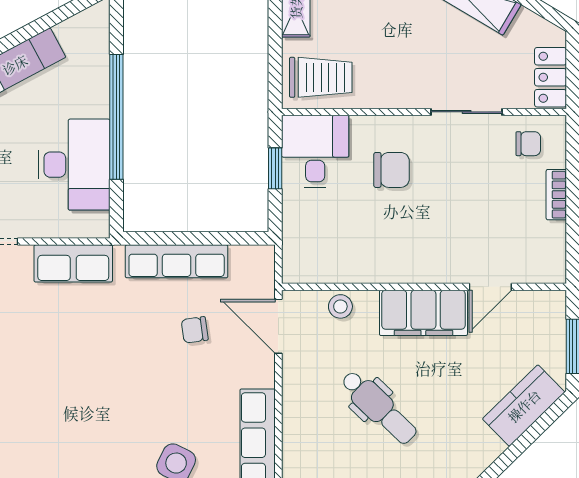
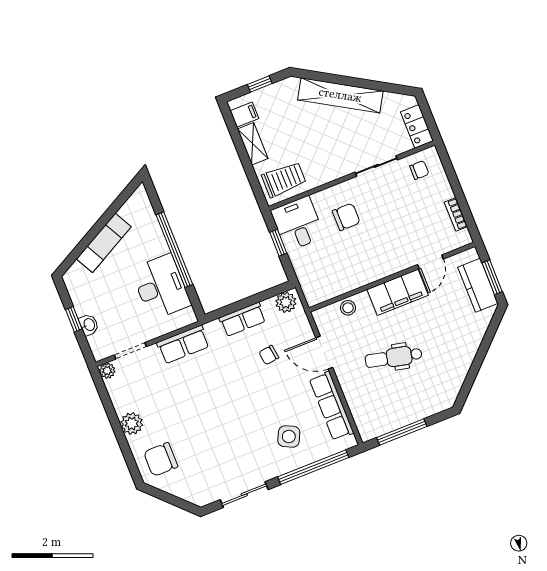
bookcase: (556, 195) -> (456, 214), moved
row of seats: (177, 261) -> (243, 319), width x0.68
plant: (251, 261) -> (286, 302), added
door: (278, 326) -> (324, 353), moved
kitchen counter: (524, 406) -> (478, 285), moved, turned -46
dental chair: (379, 407) -> (394, 357), turned 149

